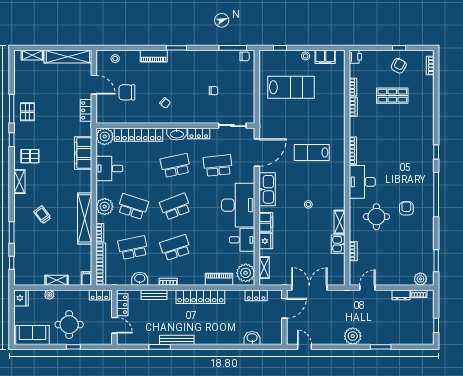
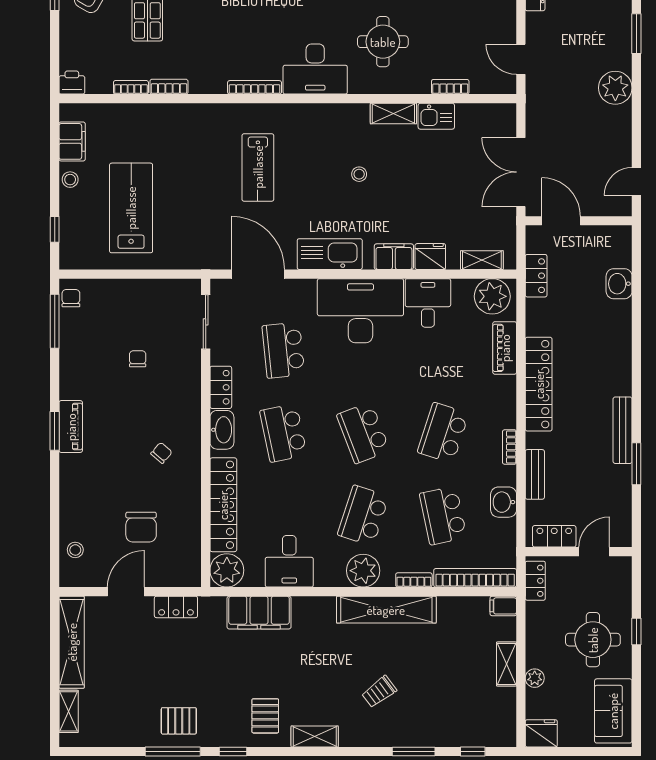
piano: (154, 56) -> (71, 427), moved
school desk: (175, 248) -> (443, 433), turned 36

